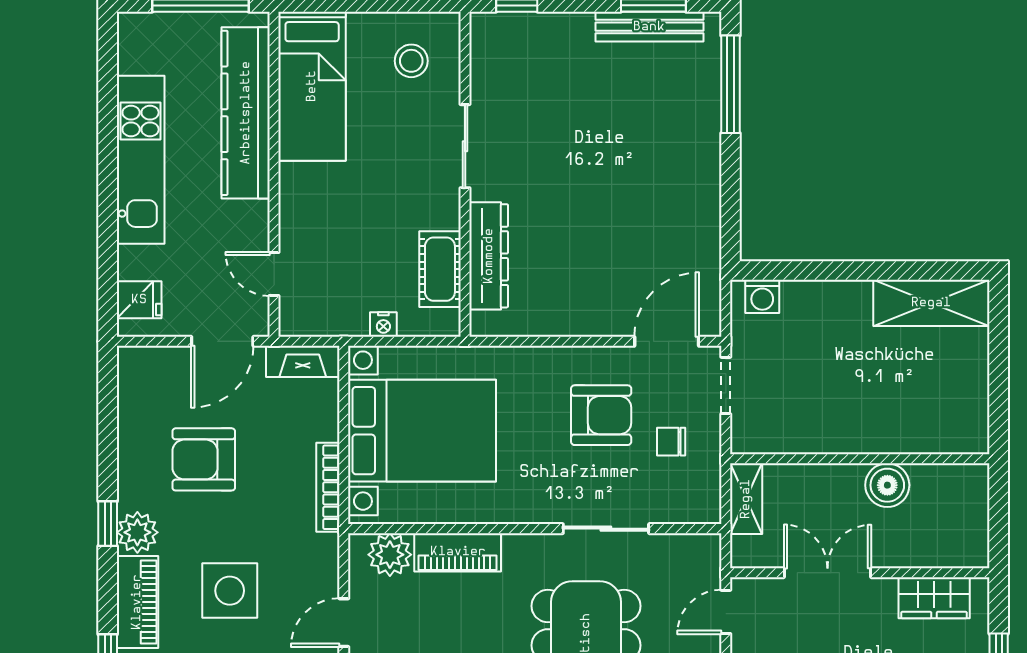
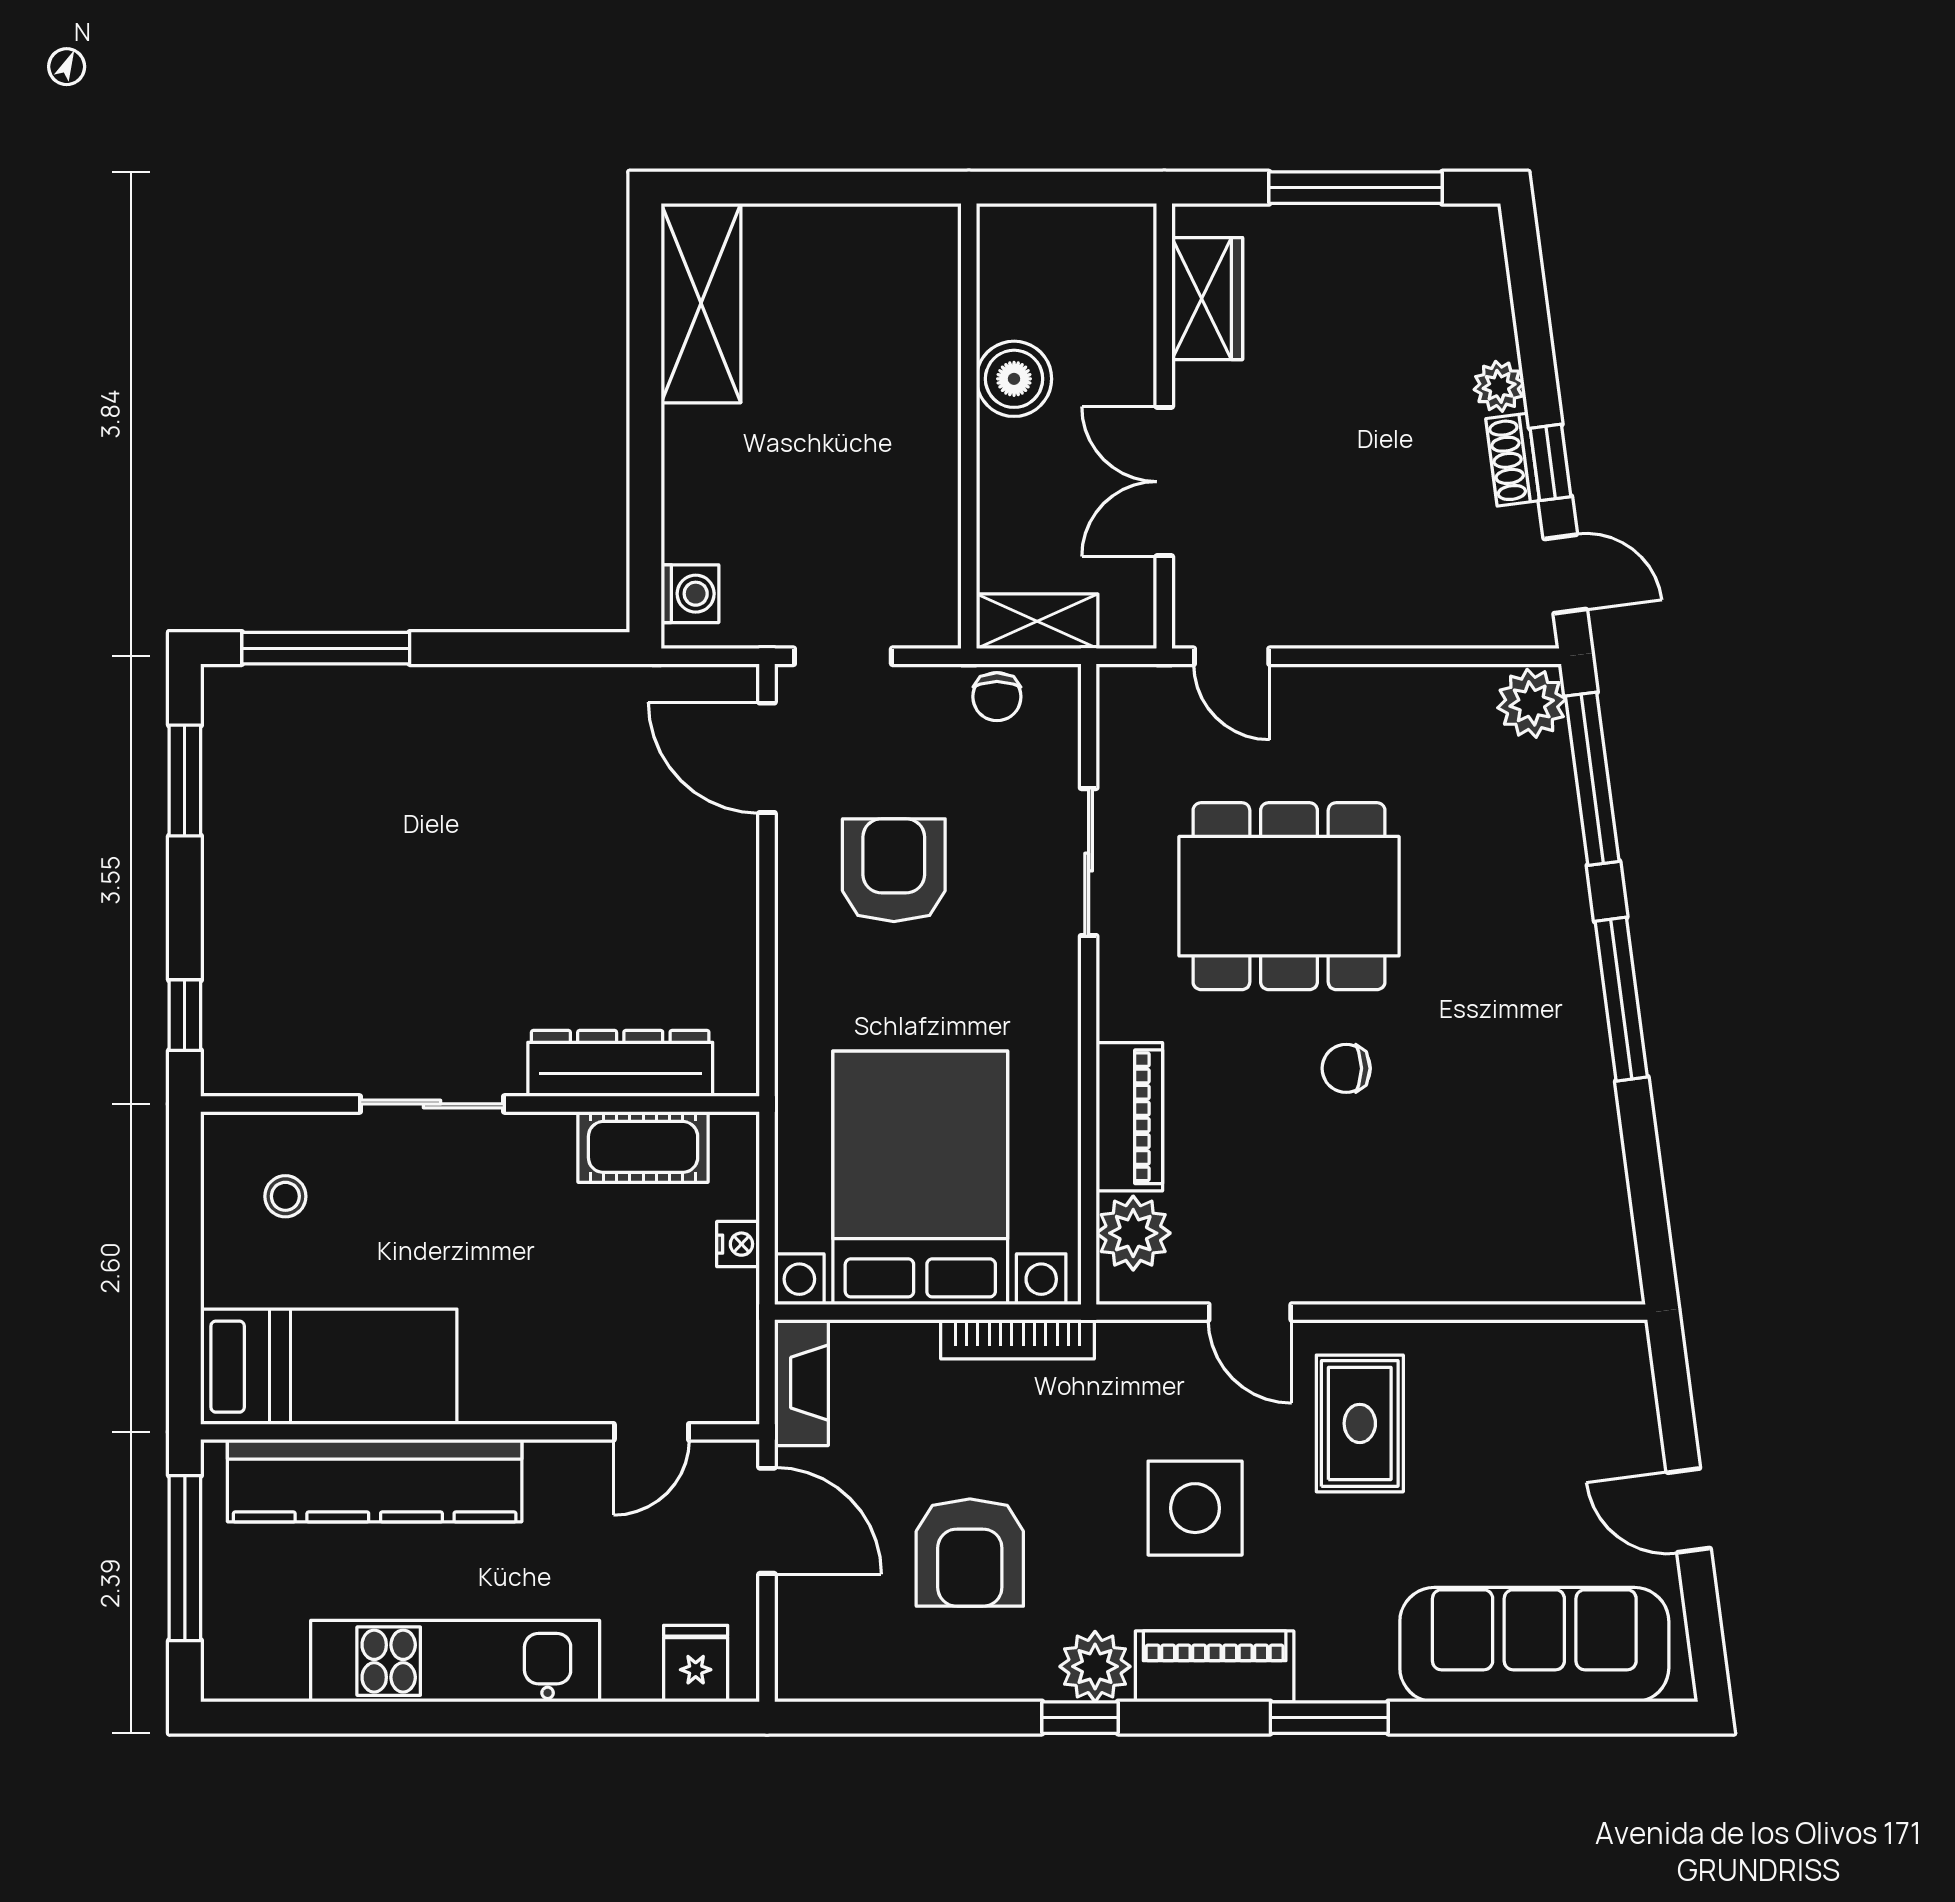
bench: (649, 27) -> (227, 787), removed
stool: (411, 61) -> (285, 1196), width x0.73, depth x0.73
chair: (671, 442) -> (997, 697), moved

